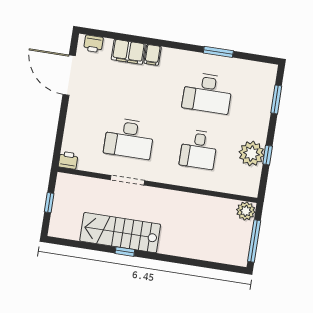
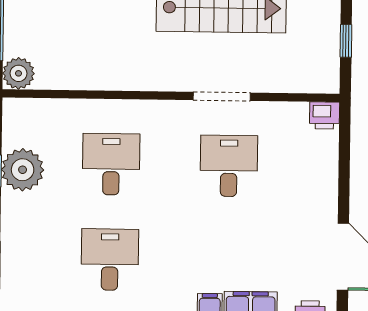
desk: (207, 93) -> (110, 260), width x0.73
desk: (129, 138) -> (229, 166), width x0.73

